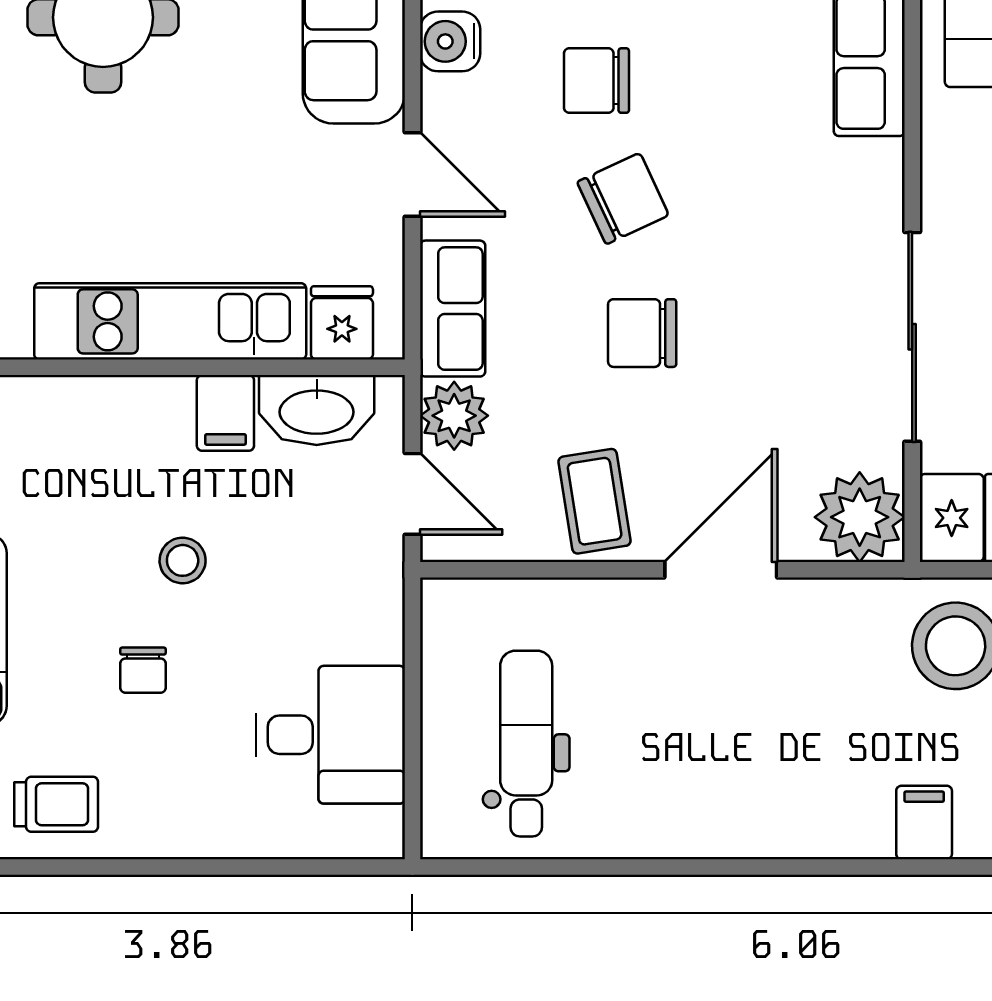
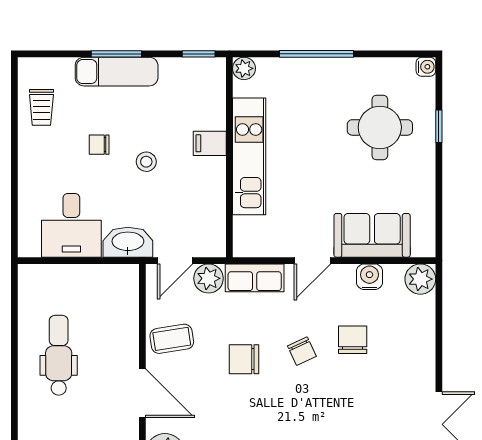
chair: (623, 199) -> (302, 351), width x0.73, depth x0.73
fridge: (342, 323) -> (248, 230), removed
chair: (642, 333) -> (244, 359), turned -90
washbasin: (317, 410) -> (128, 242), moved, turned 90
filing cabinet: (225, 413) -> (210, 143), moved
dental chair: (526, 744) -> (59, 355), moved, turned -90

